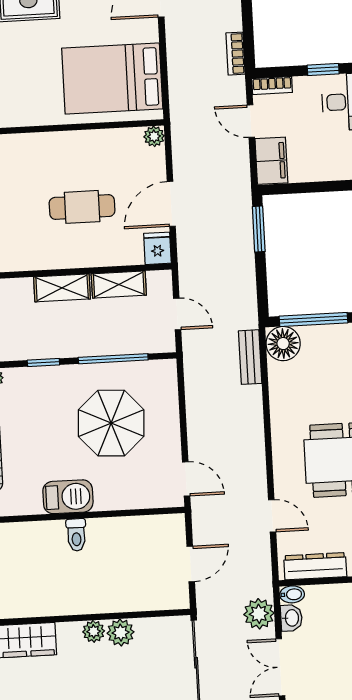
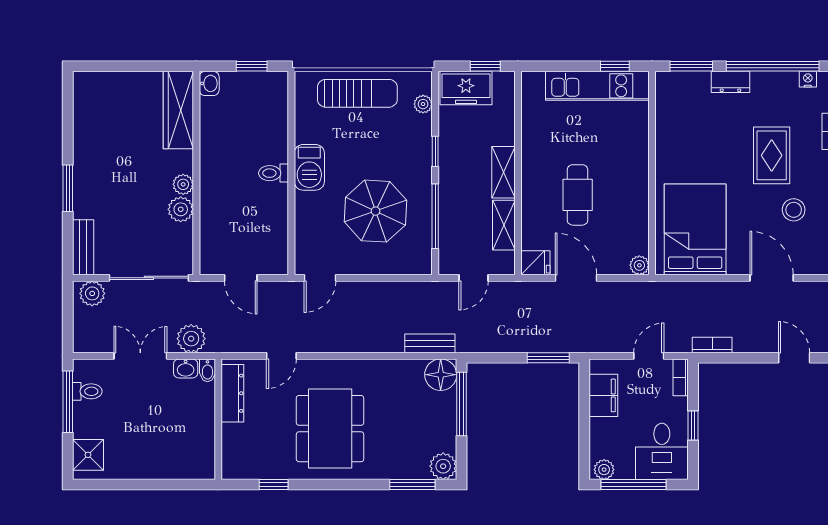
filing cabinet: (271, 161) -> (603, 395), moved, turned -90

